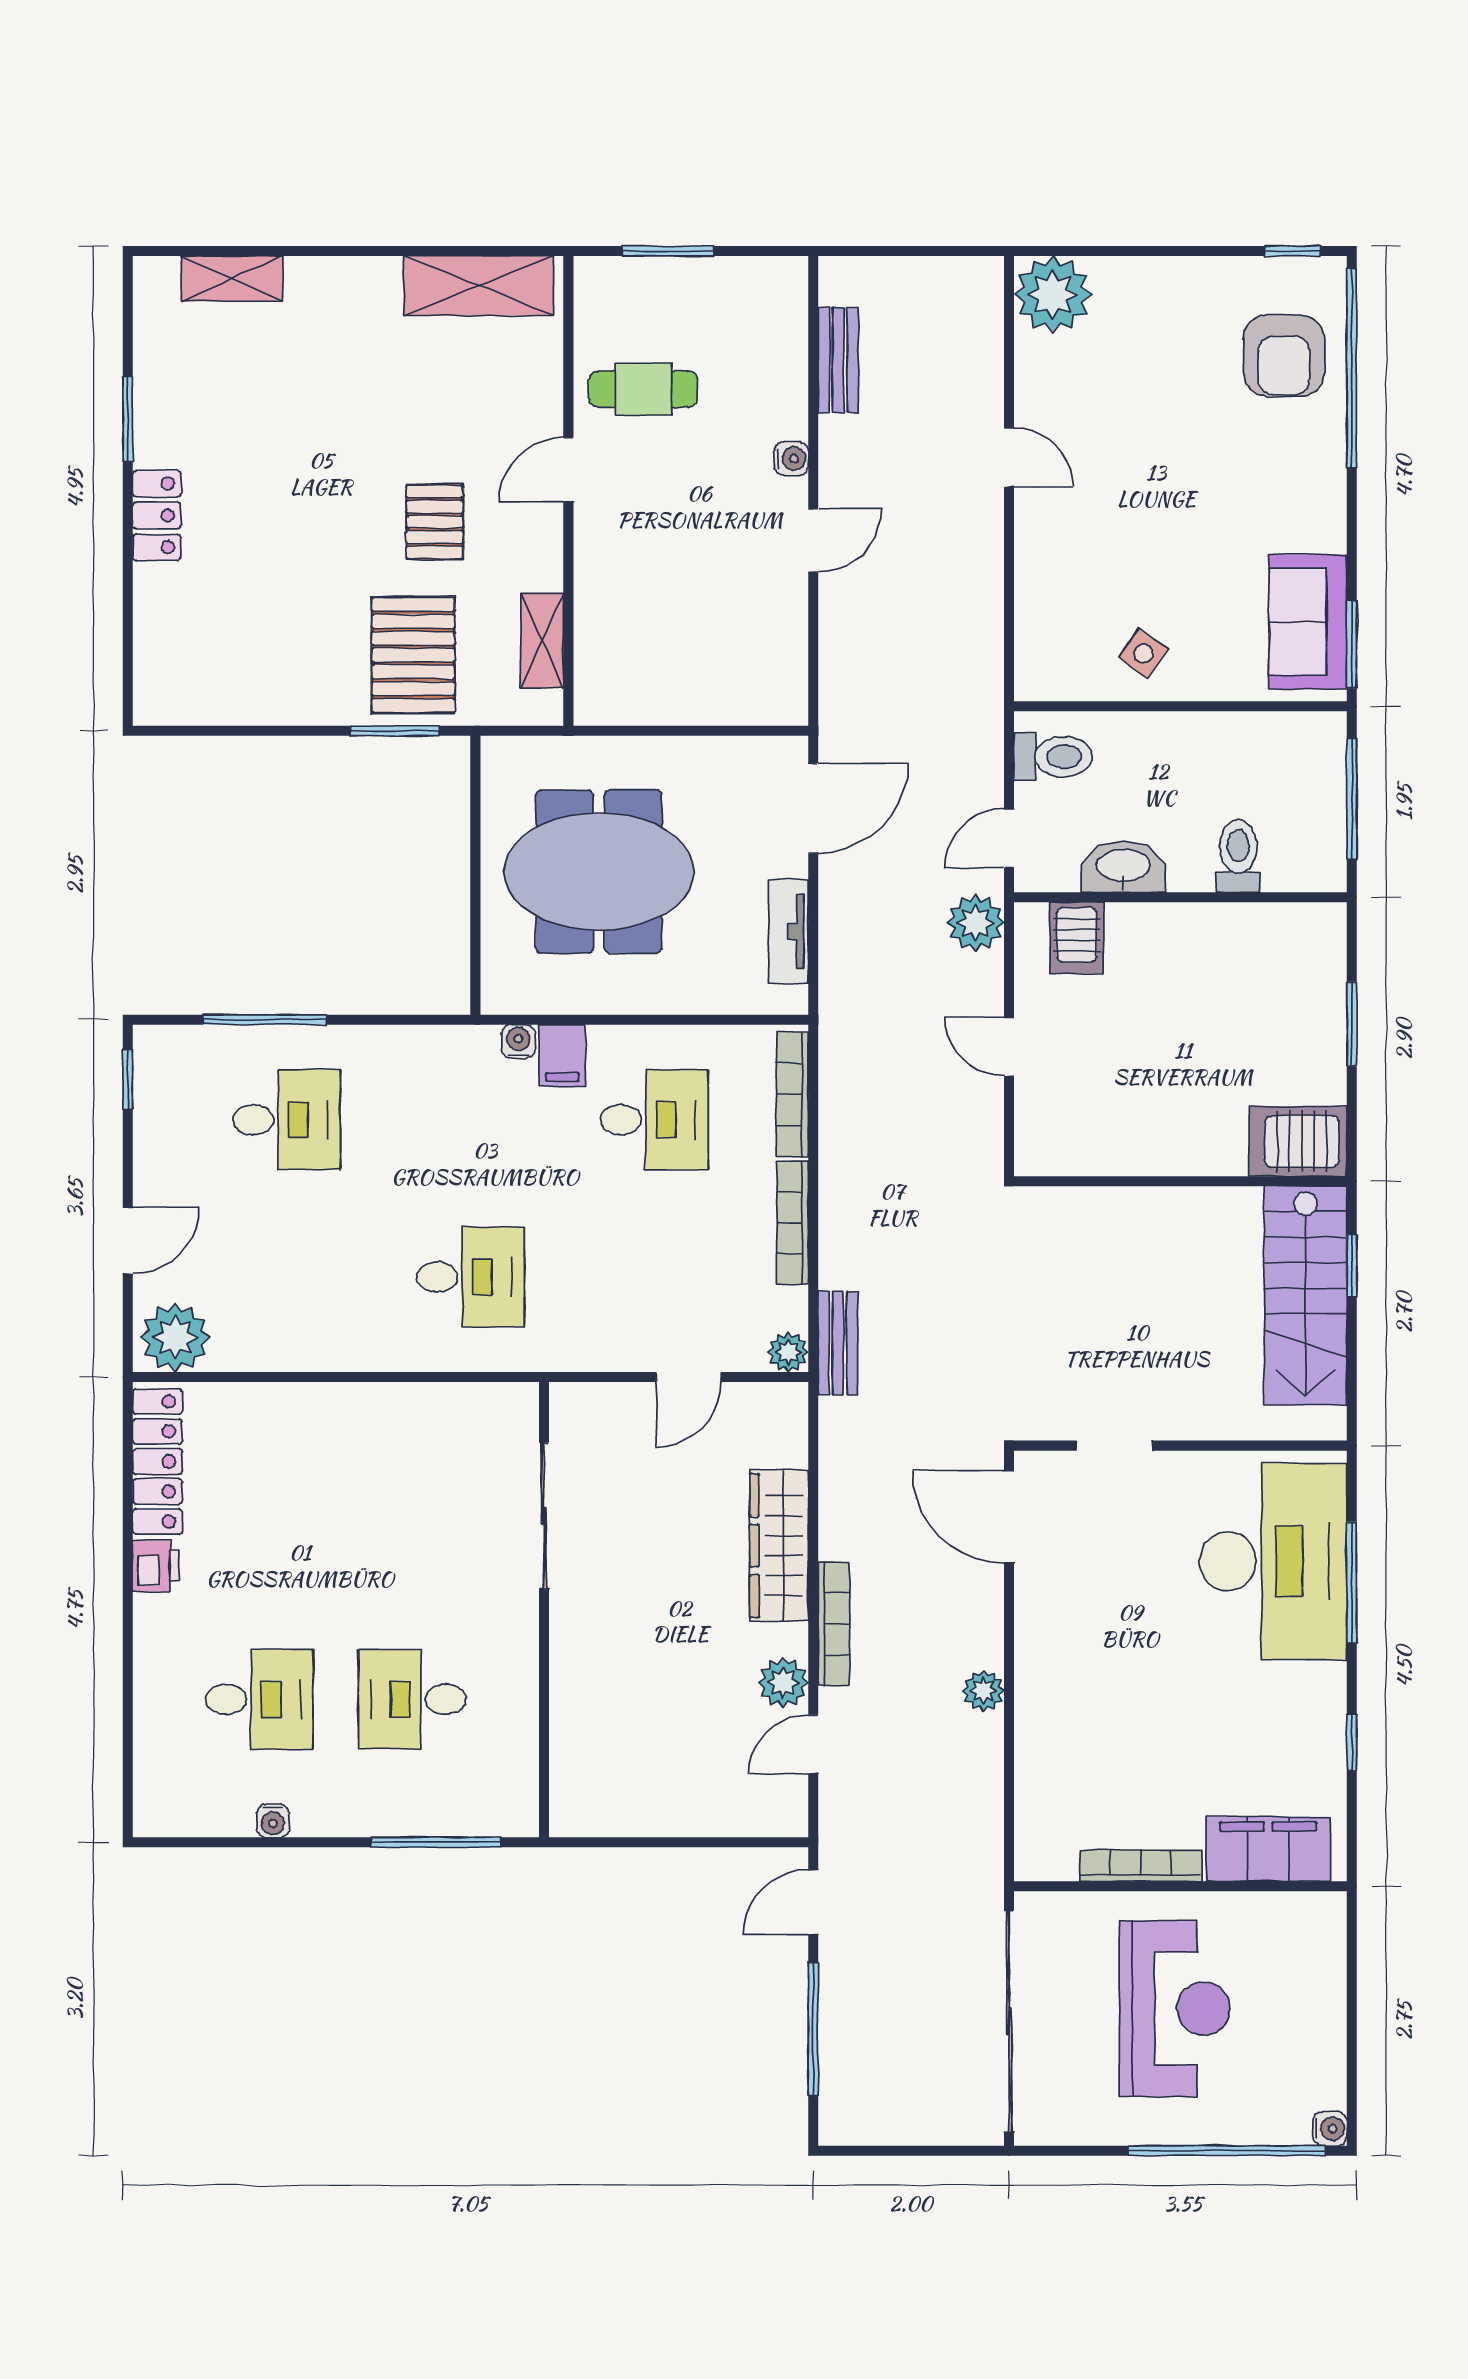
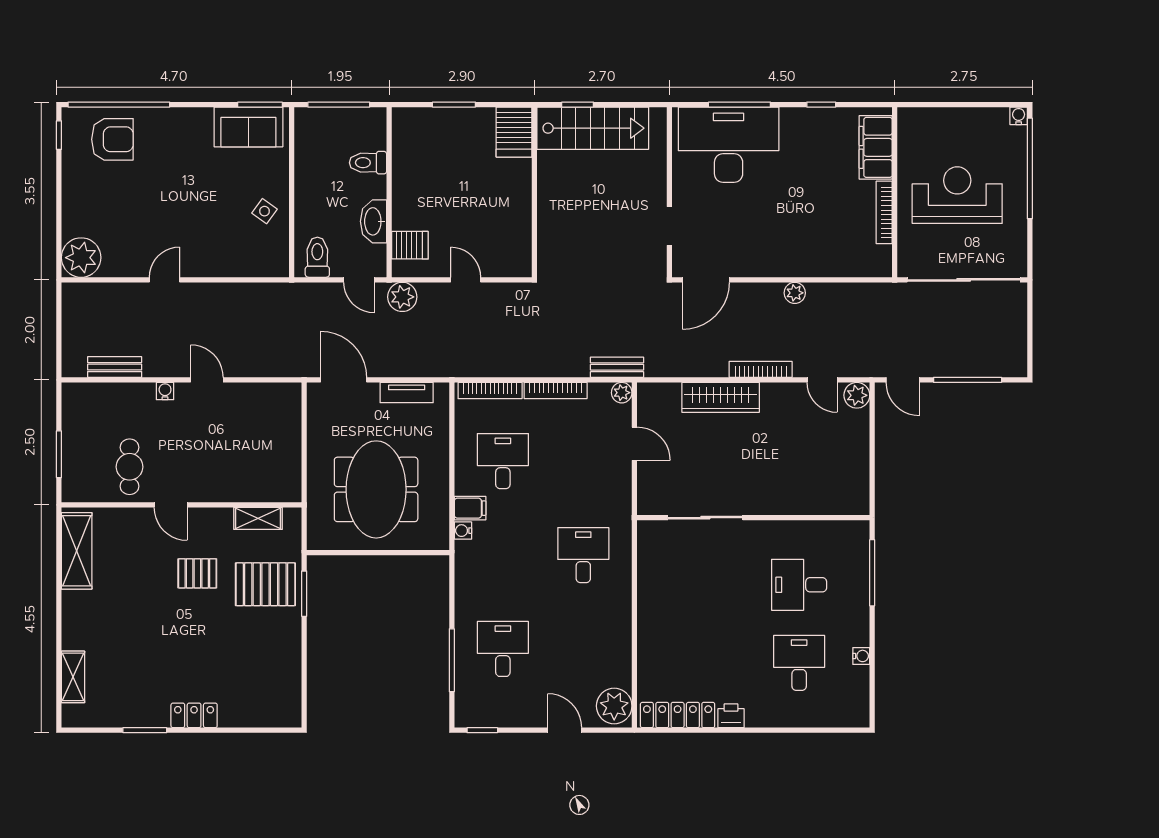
door: (1009, 1047) -> (466, 280), swing flipped
plant: (783, 1683) -> (857, 395), moved
desk: (412, 1699) -> (799, 585), turned 90

